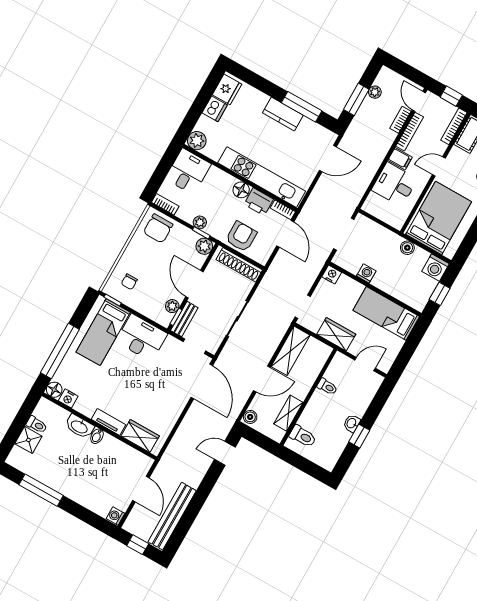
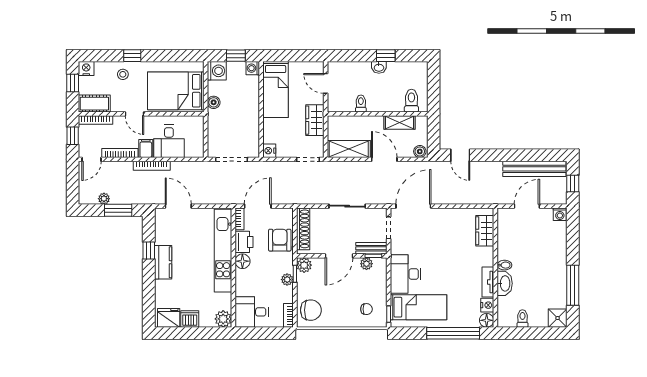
window: (302, 107) -> (149, 250), width x0.46
bookcase: (400, 120) -> (152, 166), moved, width x1.56
armchair: (241, 237) -> (280, 240), turned 90
washing machine: (366, 273) -> (253, 68), moved
tv unit: (108, 422) -> (488, 282), moved
shower: (28, 440) -> (558, 318), moved

